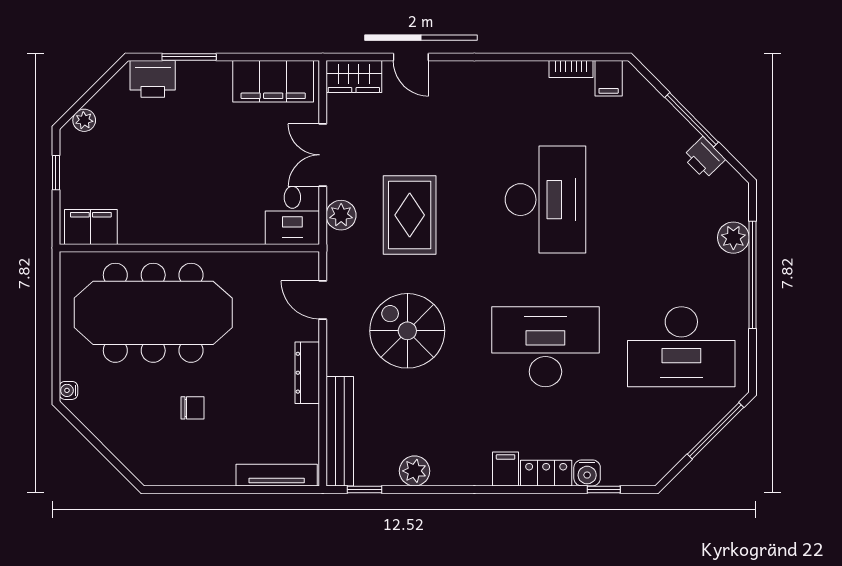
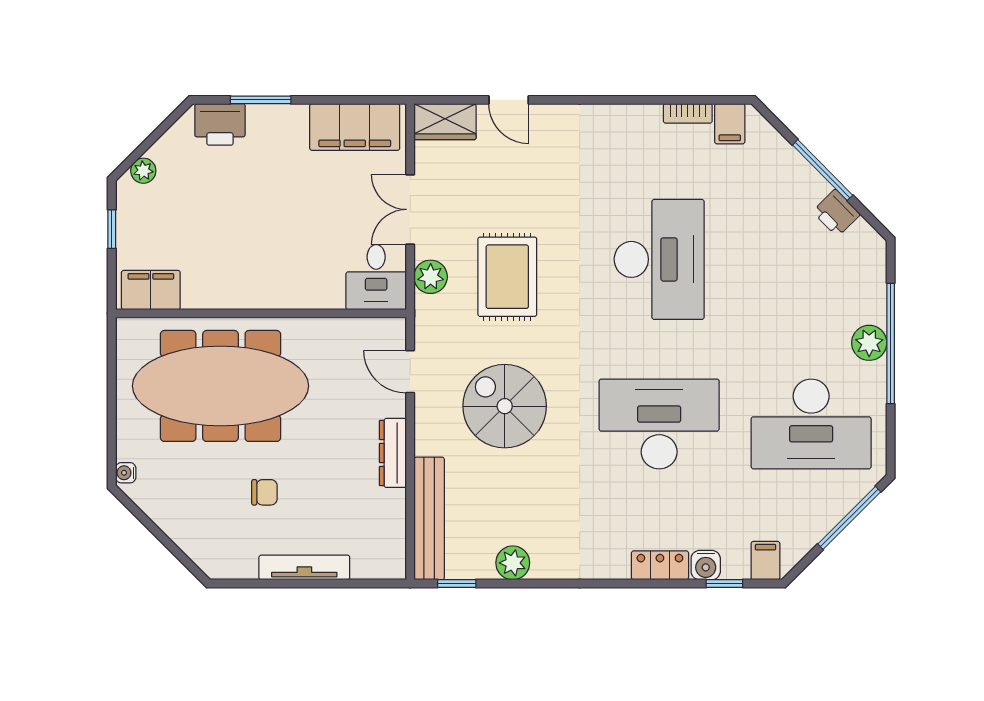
plant: (733, 238) -> (869, 343), moved
filing cabinet: (506, 469) -> (765, 561), moved
tv unit: (277, 475) -> (304, 567), moved

